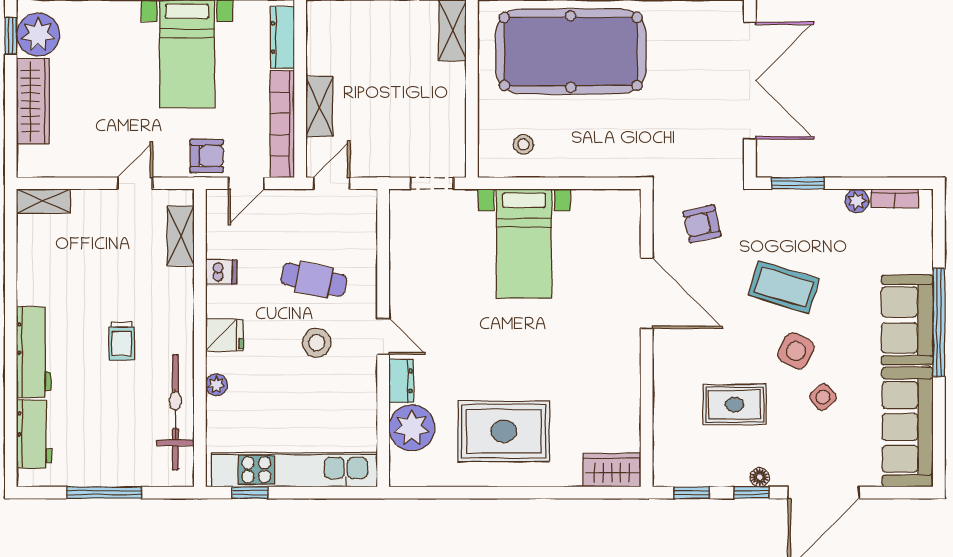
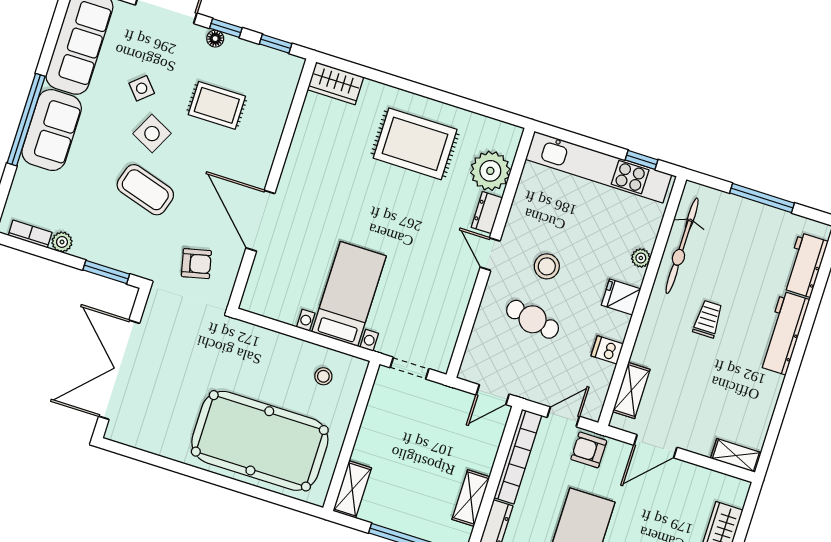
shelving: (319, 107) -> (471, 498), moved
door: (135, 183) -> (655, 446), width x1.38

